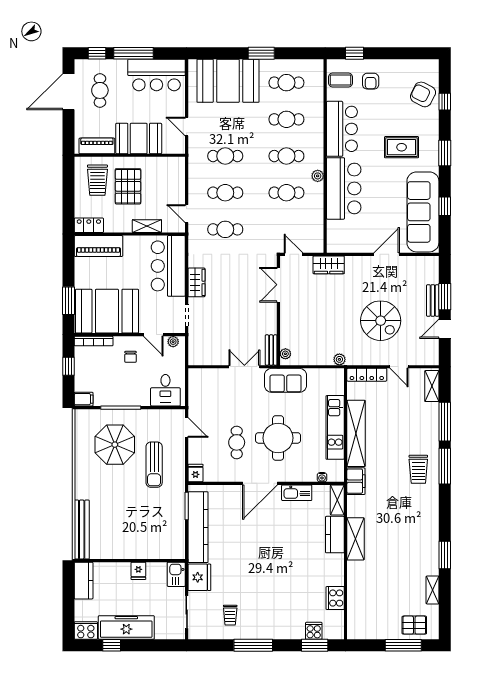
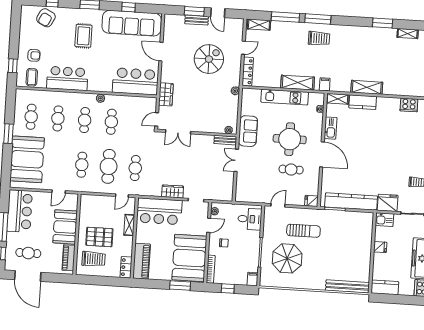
bar counter: (344, 188) -> (135, 81), moved
cafe table: (225, 193) -> (109, 166), width x1.37, depth x1.35
shelving: (356, 433) -> (298, 83), width x0.68
filing cabinet: (356, 481) -> (325, 84), width x0.50

